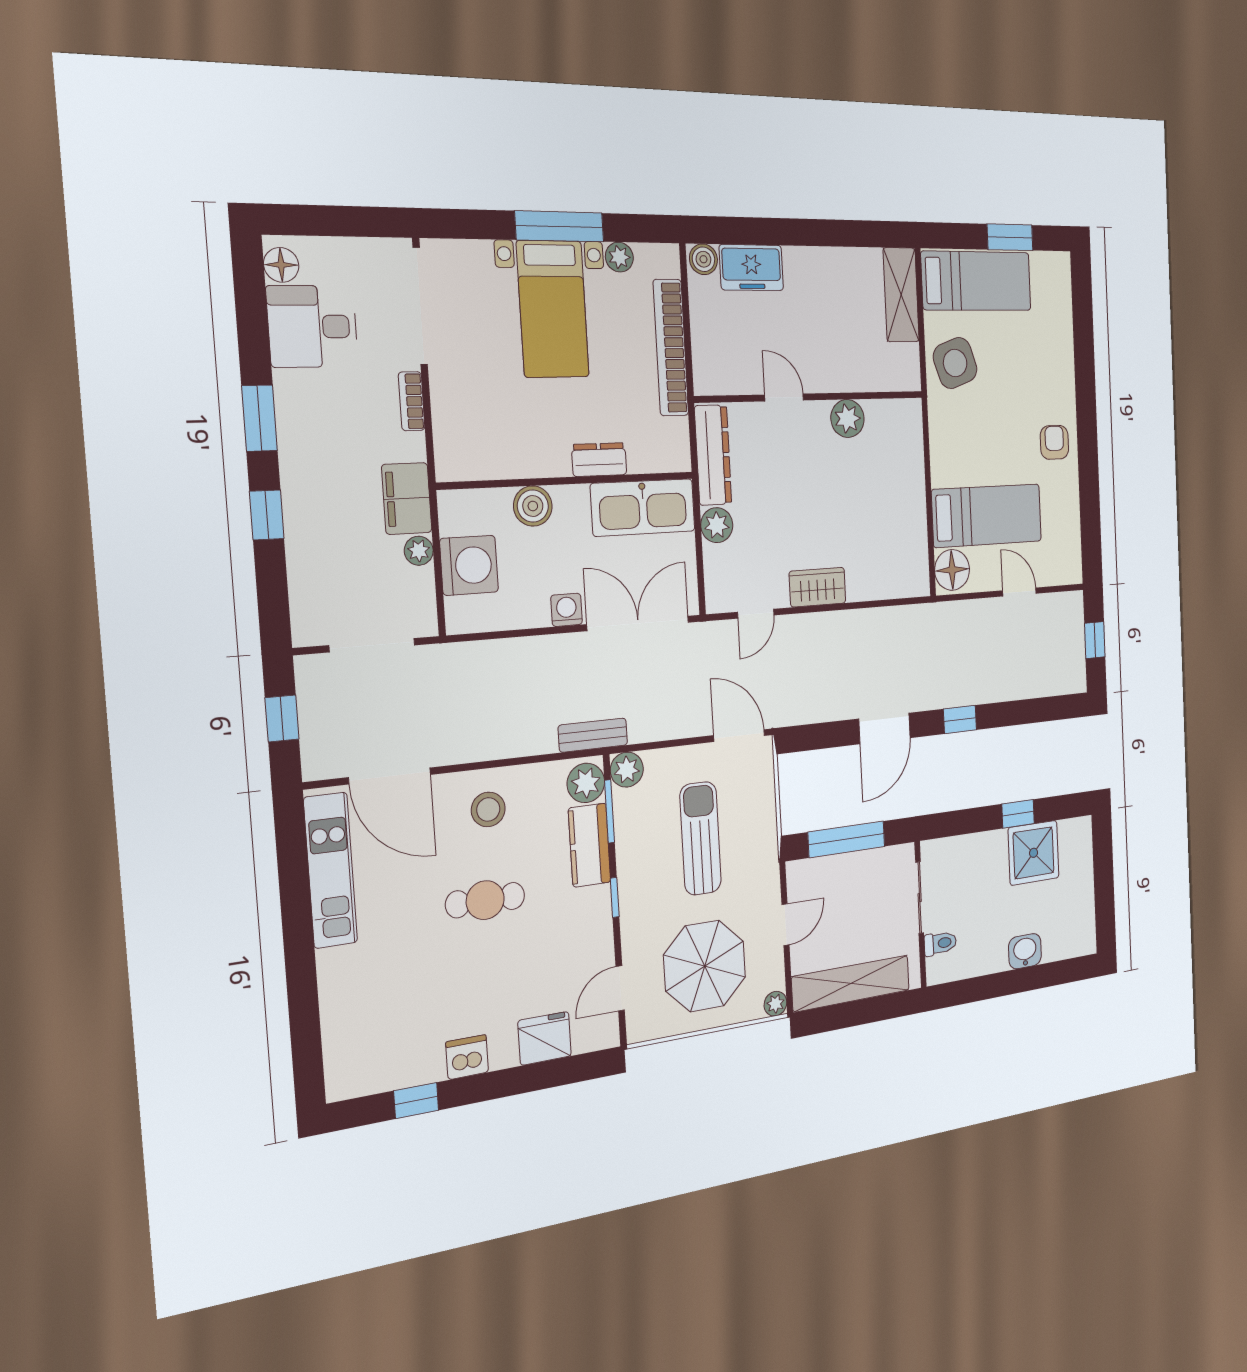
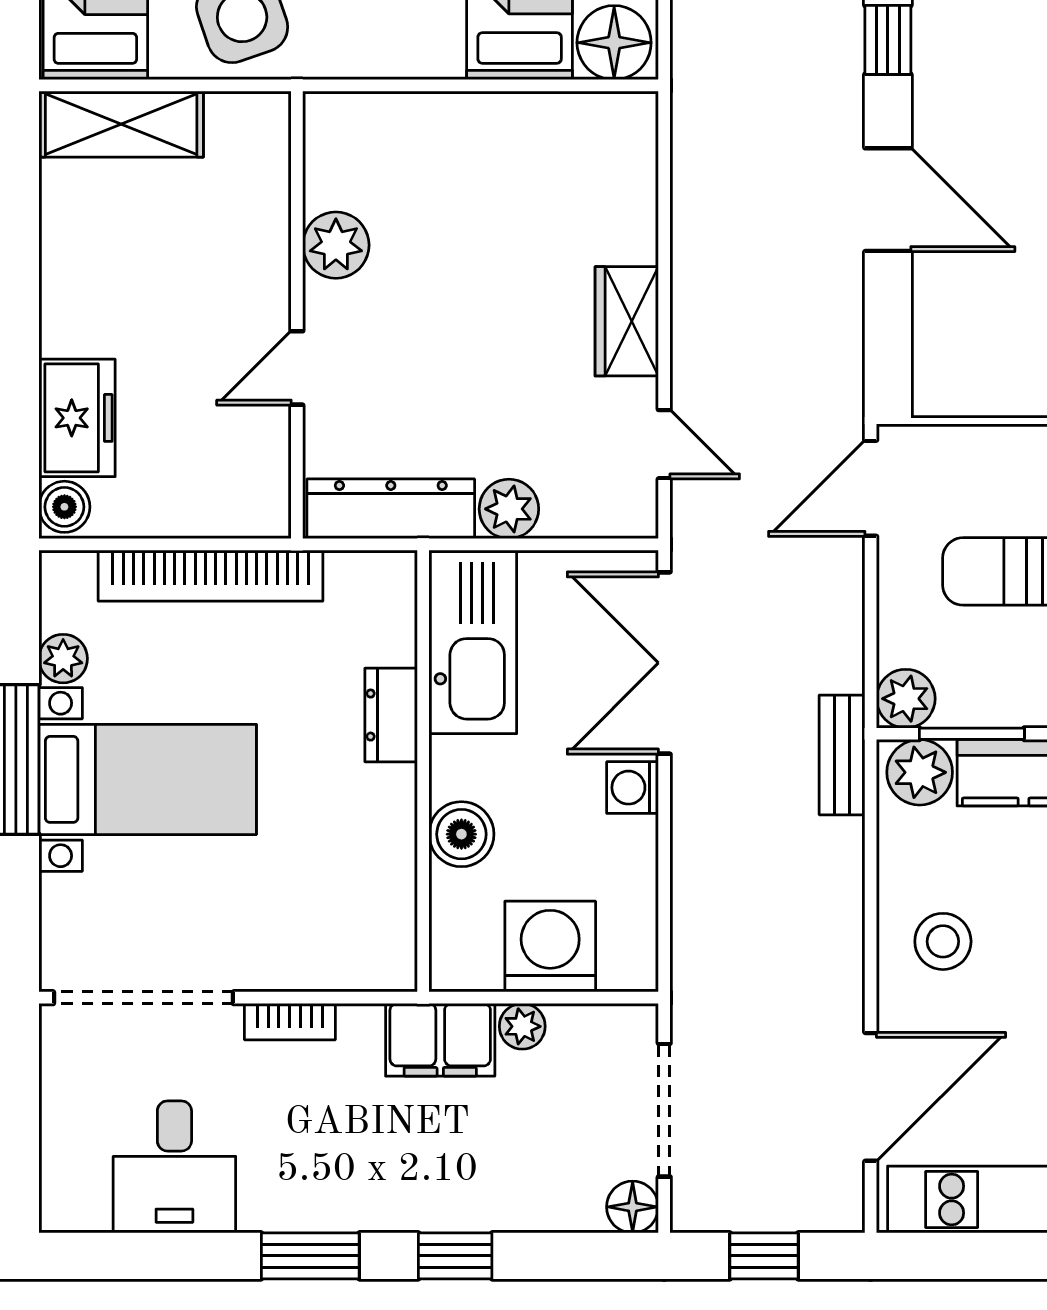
floor lamp: (281, 265) -> (633, 1207), moved

